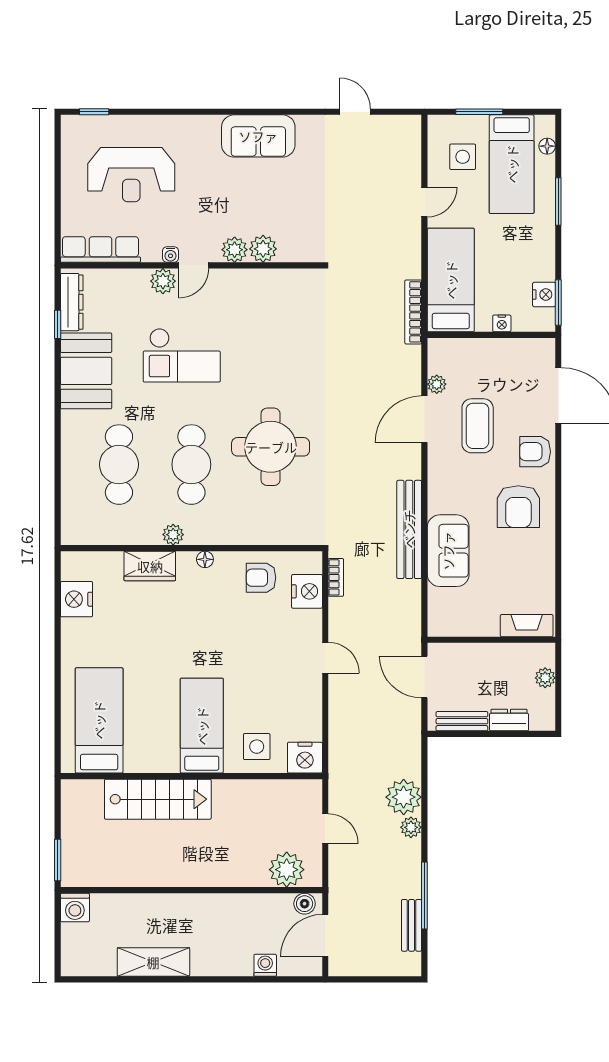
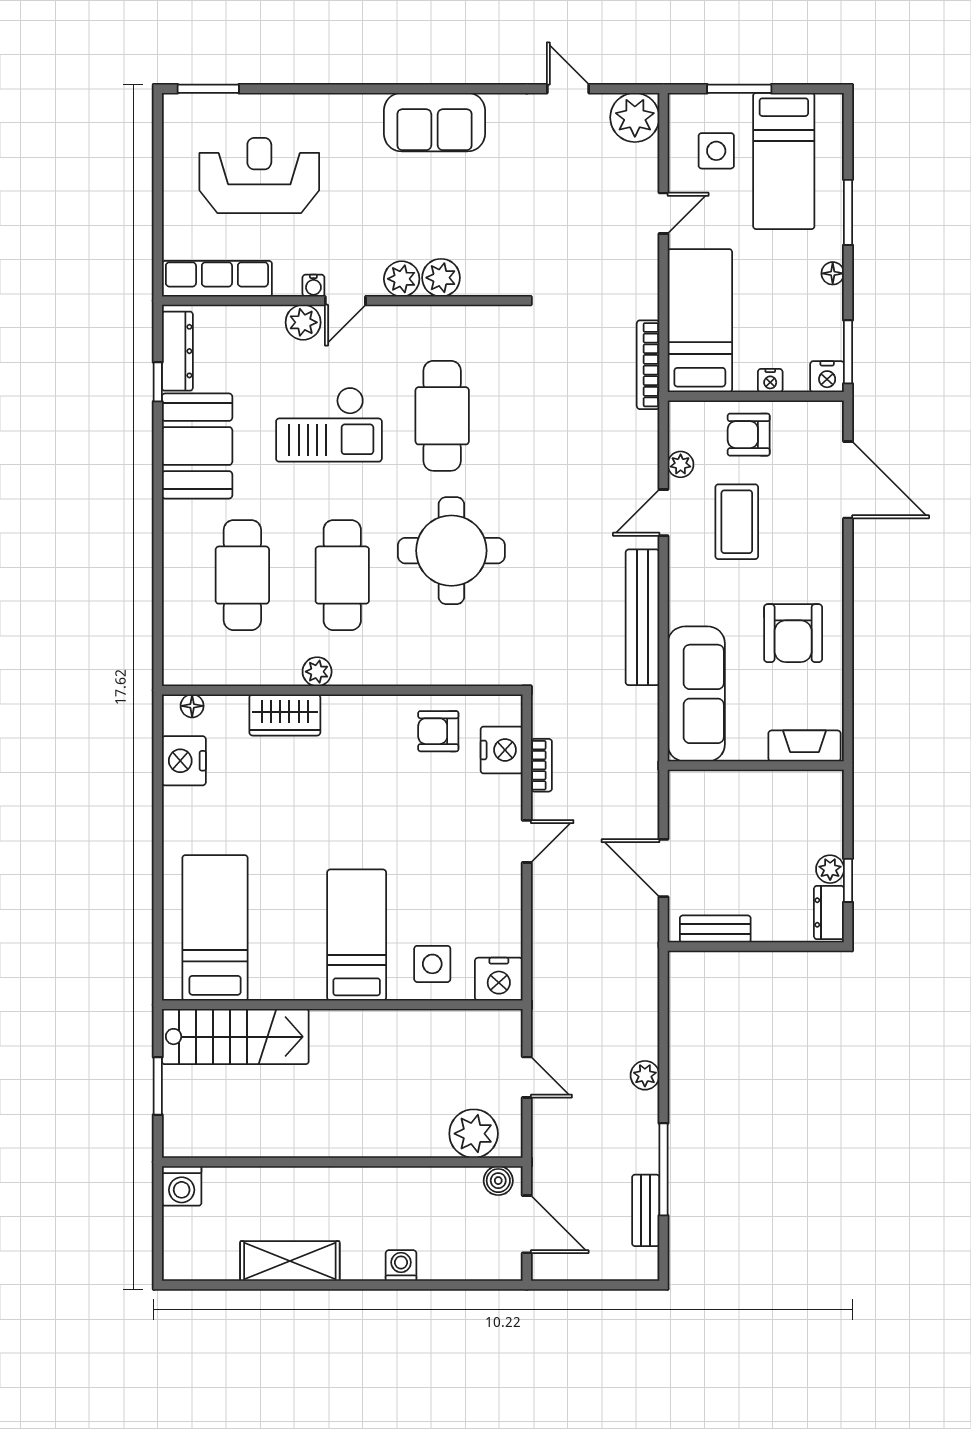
window: (94, 112) -> (208, 89), width x1.50
floor lamp: (547, 146) -> (833, 273), moved
reception desk: (131, 175) -> (259, 175), turned 180
nightstand: (544, 294) -> (827, 377), moved, turned 90
cafe table: (264, 349) -> (442, 416), added
door: (424, 419) -> (664, 513), width x0.73
armchair: (535, 452) -> (749, 435), moved
bench: (409, 529) -> (643, 617), moved
sofa: (448, 551) -> (696, 694), width x1.36
floor lamp: (205, 559) -> (192, 706), moved
bookcase: (336, 577) -> (541, 765), moved
fireplace: (527, 626) -> (805, 746), moved
wall: (491, 640) -> (756, 765), moved
door: (325, 658) -> (527, 841), hinge flipped
window: (558, 686) -> (848, 880), added
dresser: (509, 720) -> (829, 912), moved, turned -90
plant: (404, 797) -> (635, 117), moved
stairs: (158, 799) -> (235, 1037), moved
window: (58, 860) -> (158, 1086), moved
door: (325, 935) -> (527, 1224), swing flipped
washing machine: (265, 965) -> (401, 1266), moved

